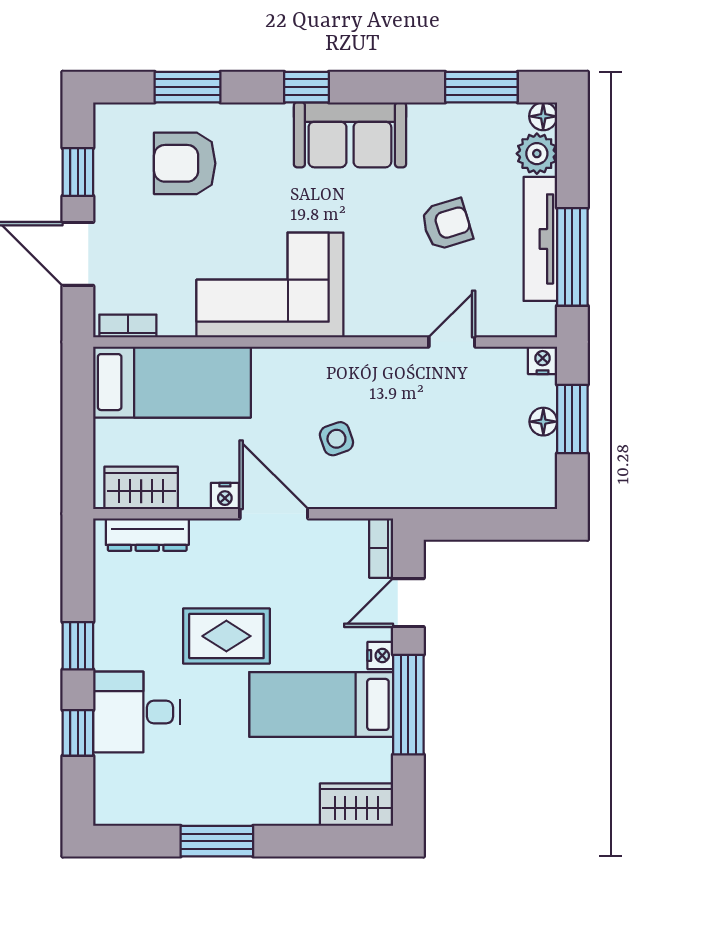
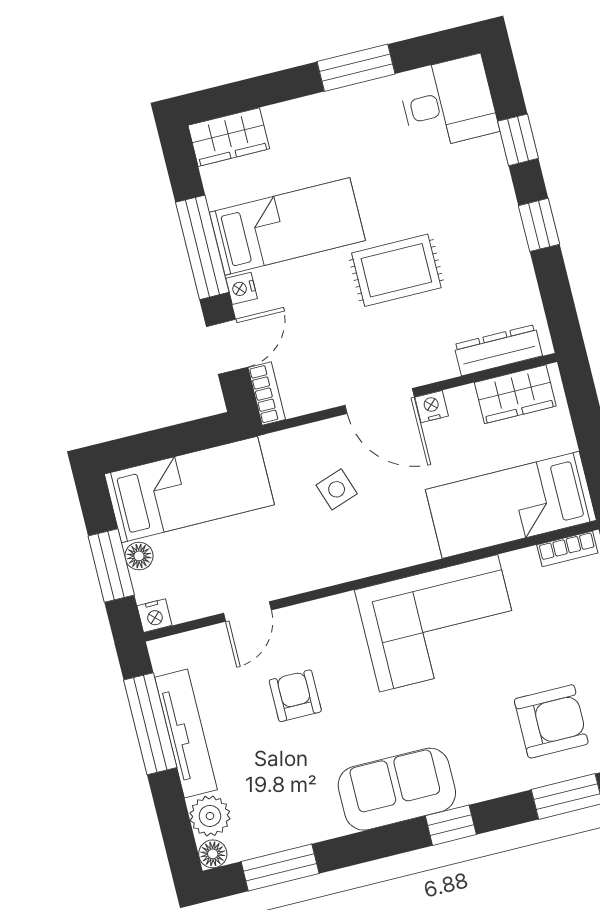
armchair: (447, 224) -> (295, 696), moved, turned 107
bed: (479, 474) -> (189, 489), added
desk: (137, 712) -> (448, 103), moved

